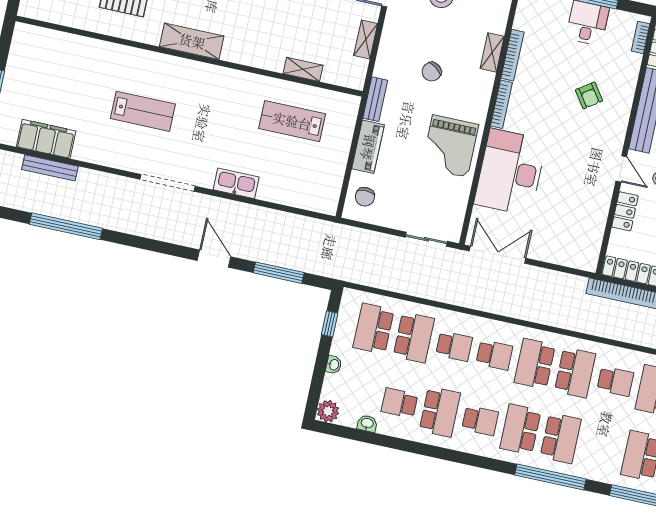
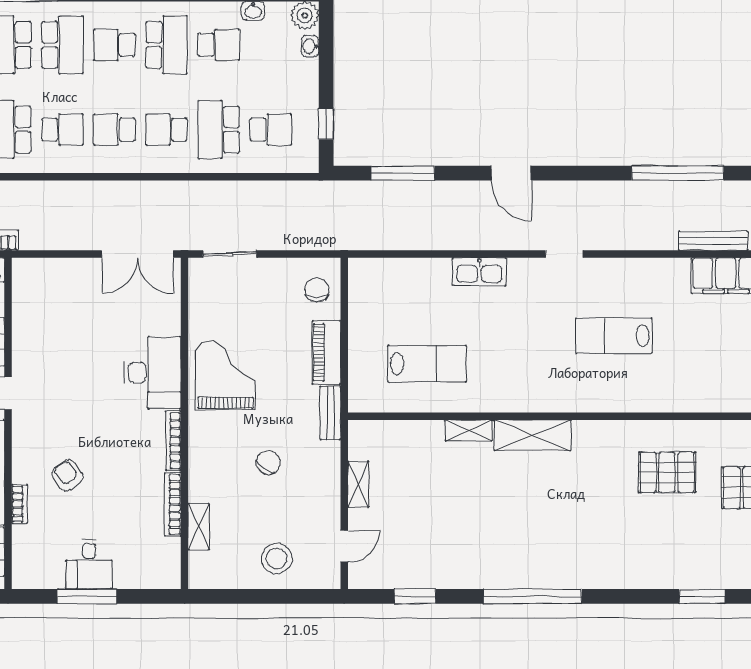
bookcase: (641, 37) -> (19, 504), moved
shelving: (192, 41) -> (532, 435), moved
shelving: (492, 52) -> (199, 527), moved
shelving: (303, 69) -> (469, 430), moved
desk: (510, 172) -> (152, 373), width x0.73, depth x0.77
doorway: (168, 183) -> (564, 254), width x0.53
door: (214, 259) -> (511, 173), moved
school desk: (374, 329) -> (271, 130), width x0.54
school desk: (535, 364) -> (62, 130), width x0.54
washbasin: (334, 365) -> (310, 46), moved
school desk: (440, 412) -> (167, 45), turned 180

